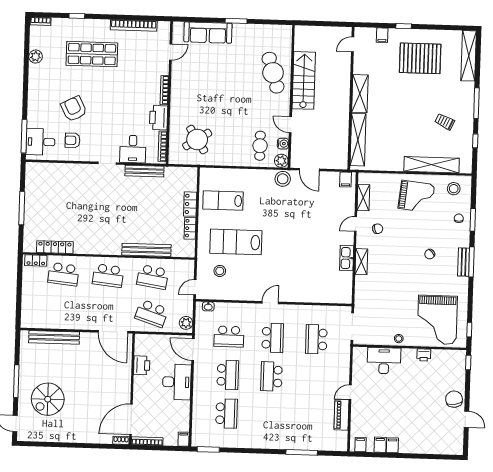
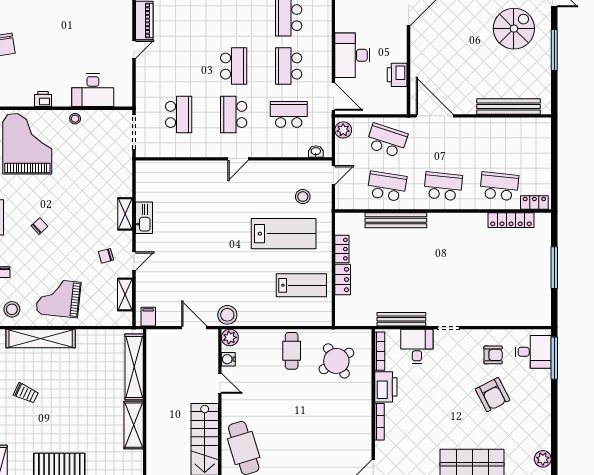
cafe table: (260, 146) -> (292, 351), moved

